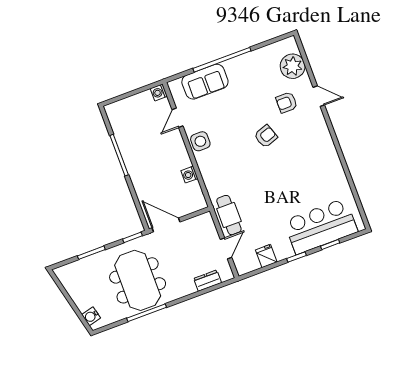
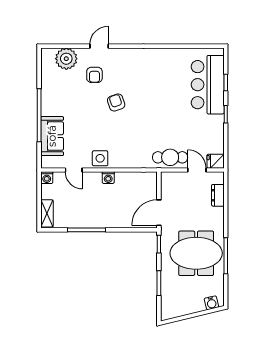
shelving: (121, 107) -> (47, 213), added
washing machine: (189, 175) -> (108, 178), moved
fridge: (266, 256) -> (216, 161), moved

